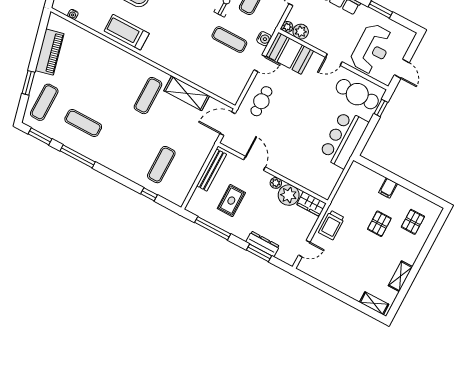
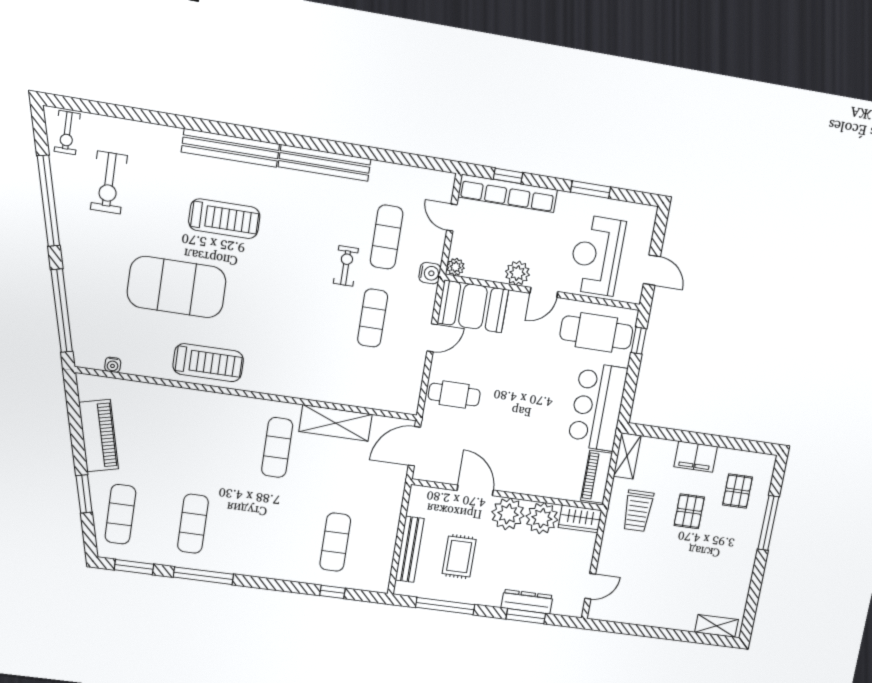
treadmill: (127, 32) -> (208, 363), turned 180
plant: (301, 32) -> (517, 273), moved
water cooler: (264, 39) -> (430, 273), moved
exercise mat: (229, 40) -> (373, 318), turned 90
reception desk: (372, 49) -> (597, 255), turned 180
cafe table: (261, 101) -> (454, 395), turned 90
exercise mat: (83, 123) -> (193, 524), turned 90
bench: (212, 170) -> (410, 549), moved
piano: (330, 182) -> (597, 477), added
plant: (276, 183) -> (508, 514), width x1.87, depth x1.87
filing cabinet: (388, 188) -> (696, 457), width x2.00
trolley: (332, 225) -> (638, 511), moved
window: (426, 249) -> (768, 523), added
shelving: (400, 276) -> (627, 456), moved

